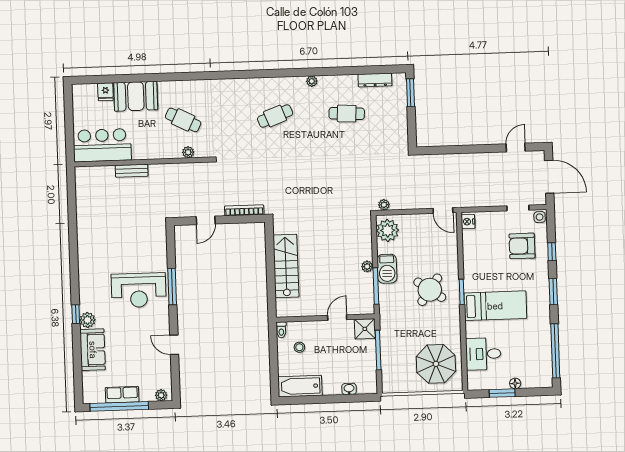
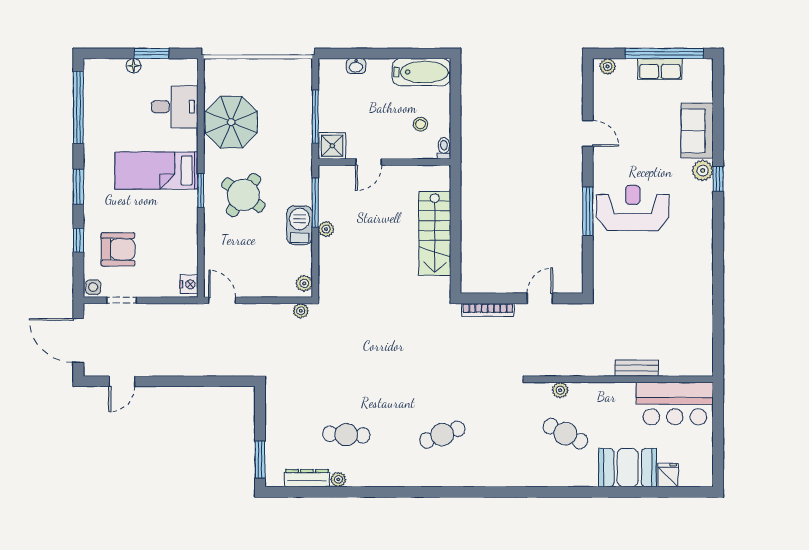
plant: (312, 81) -> (338, 479), moved
plant: (388, 230) -> (304, 283), width x0.53, depth x0.53
parasol: (436, 364) -> (231, 122), moved

